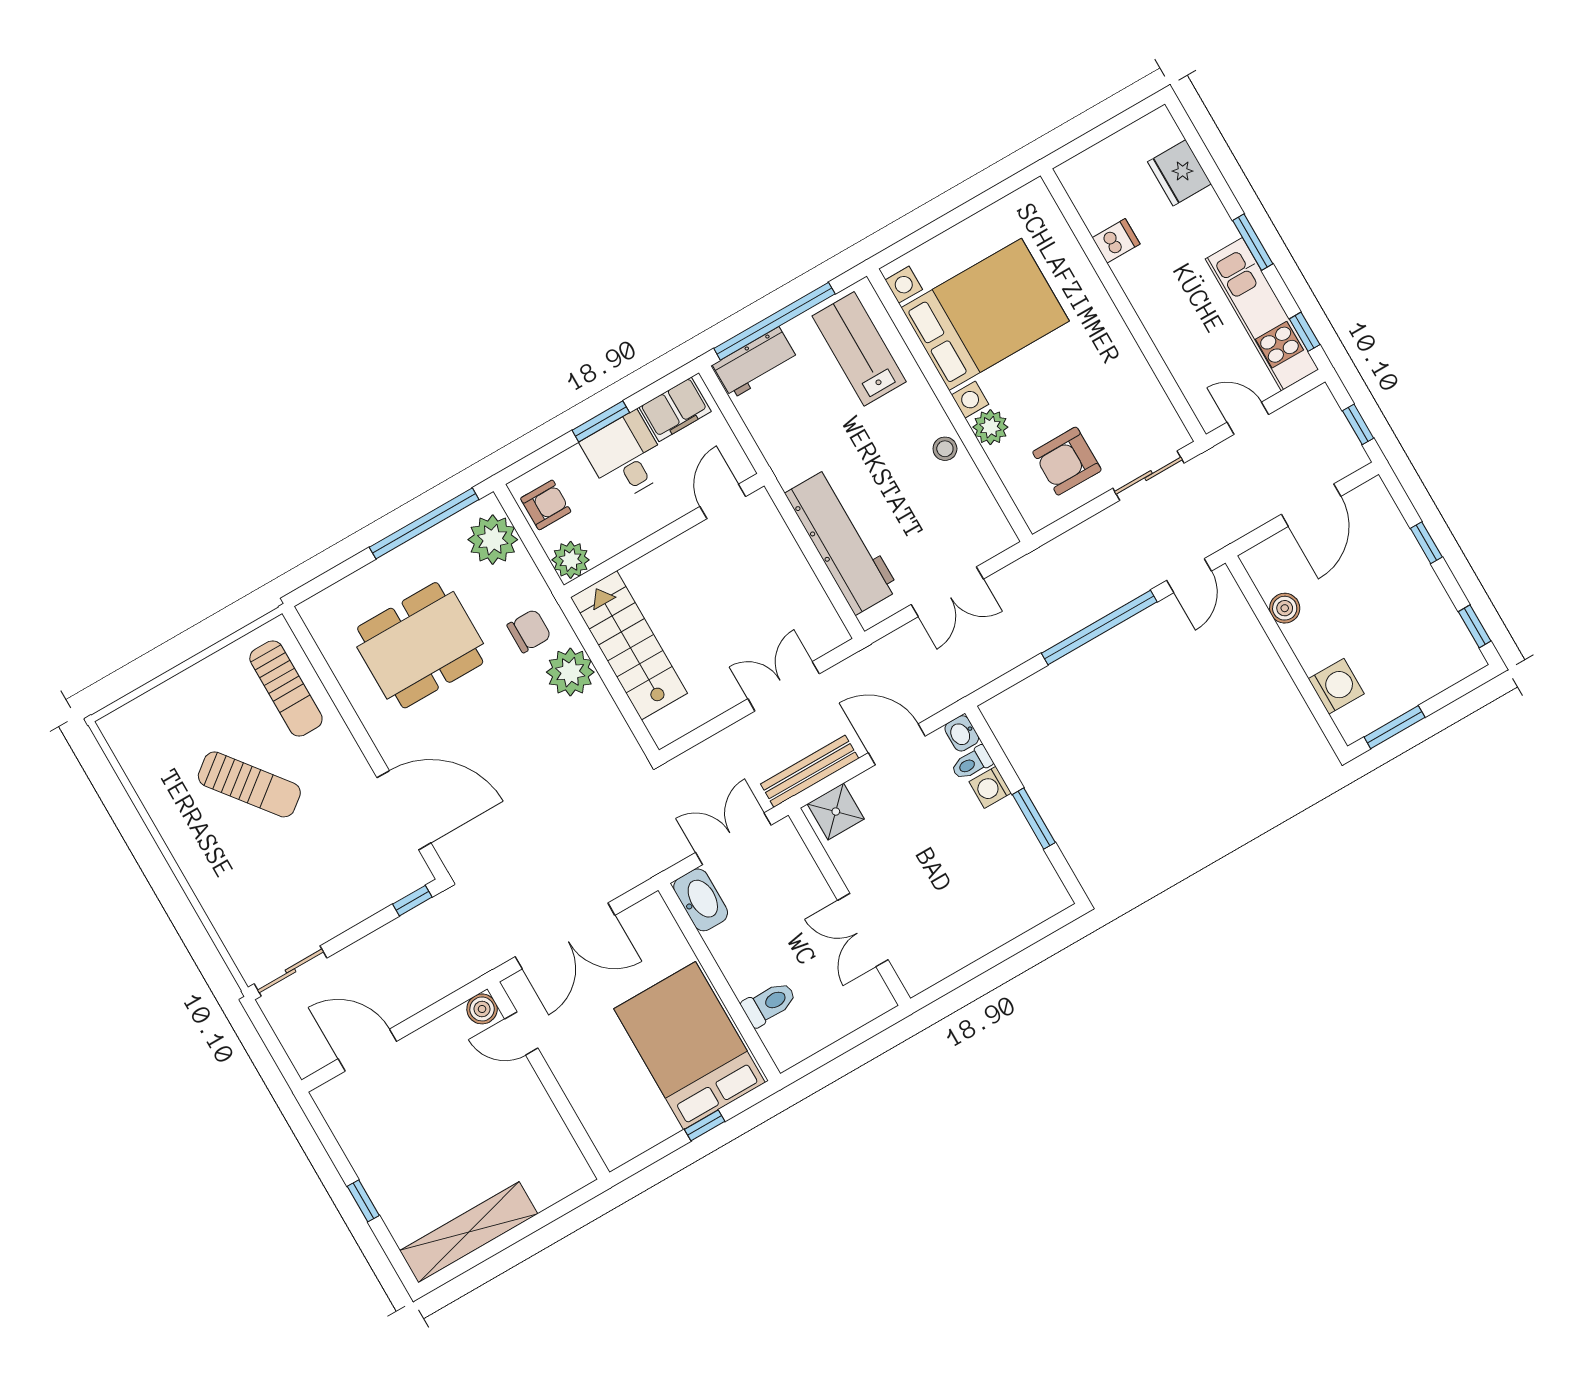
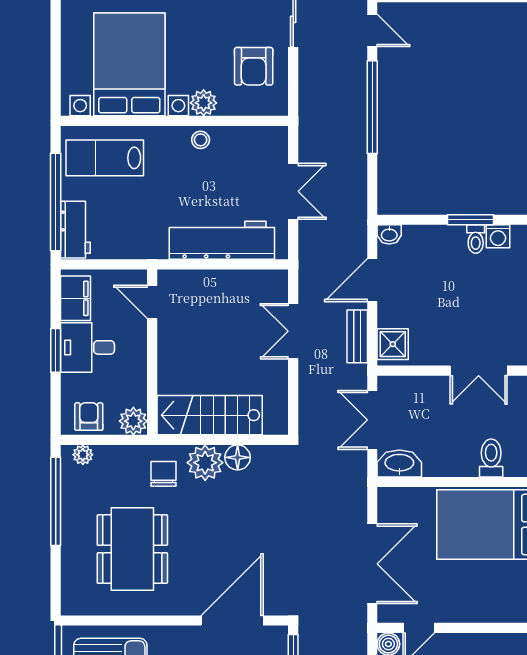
plant: (493, 540) -> (83, 455), width x0.53, depth x0.53
floor lamp: (598, 707) -> (238, 457), added
toilet: (972, 763) -> (476, 239), moved
bench: (810, 771) -> (357, 336), width x0.73
washing machine: (990, 787) -> (498, 236), moved

